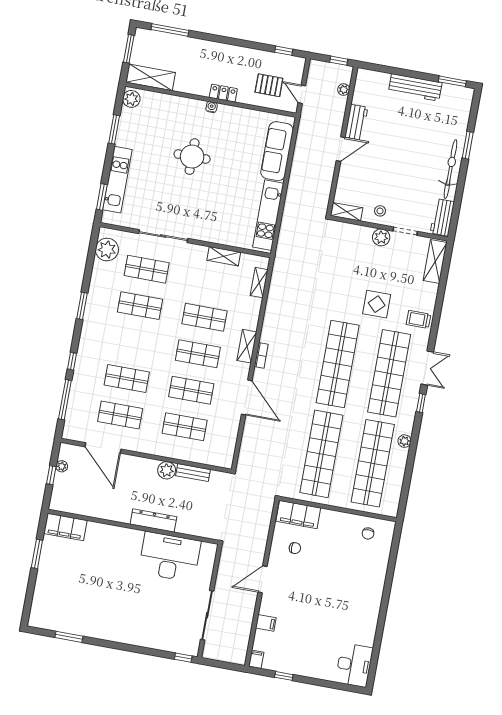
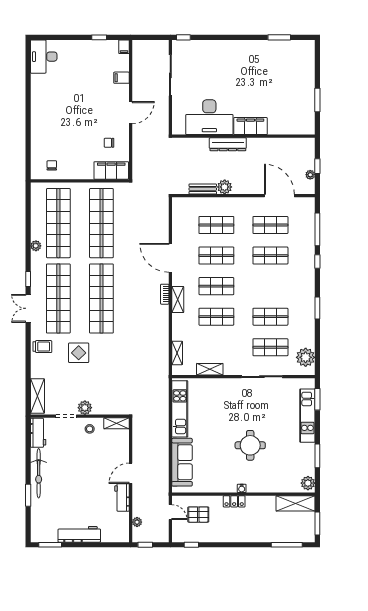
filing cabinet: (65, 527) -> (250, 126), moved

